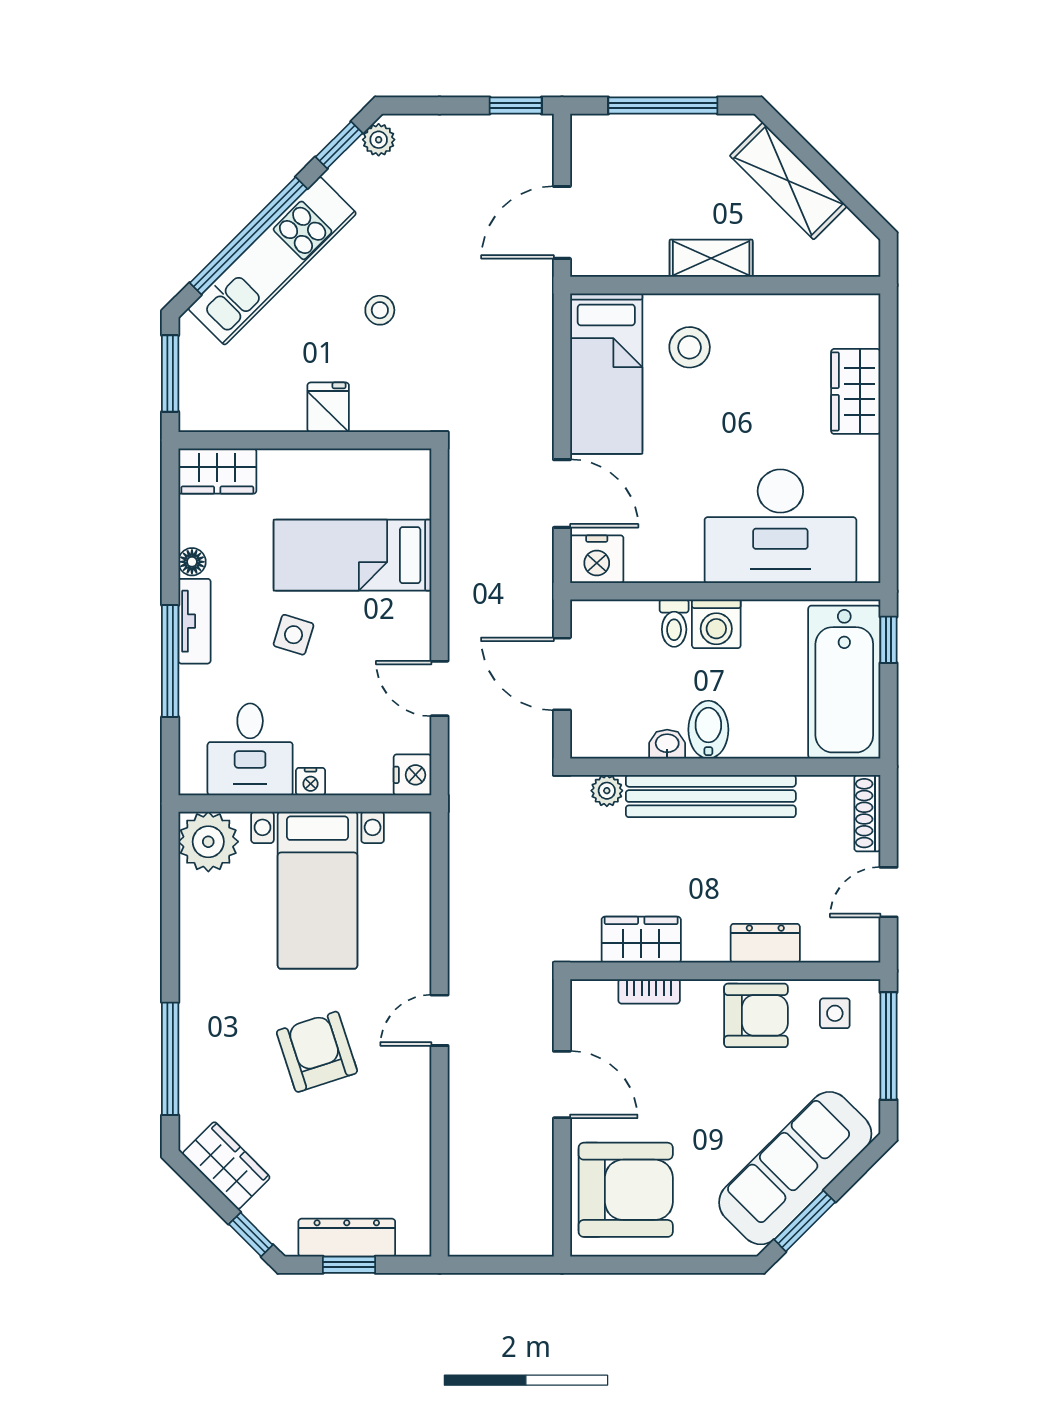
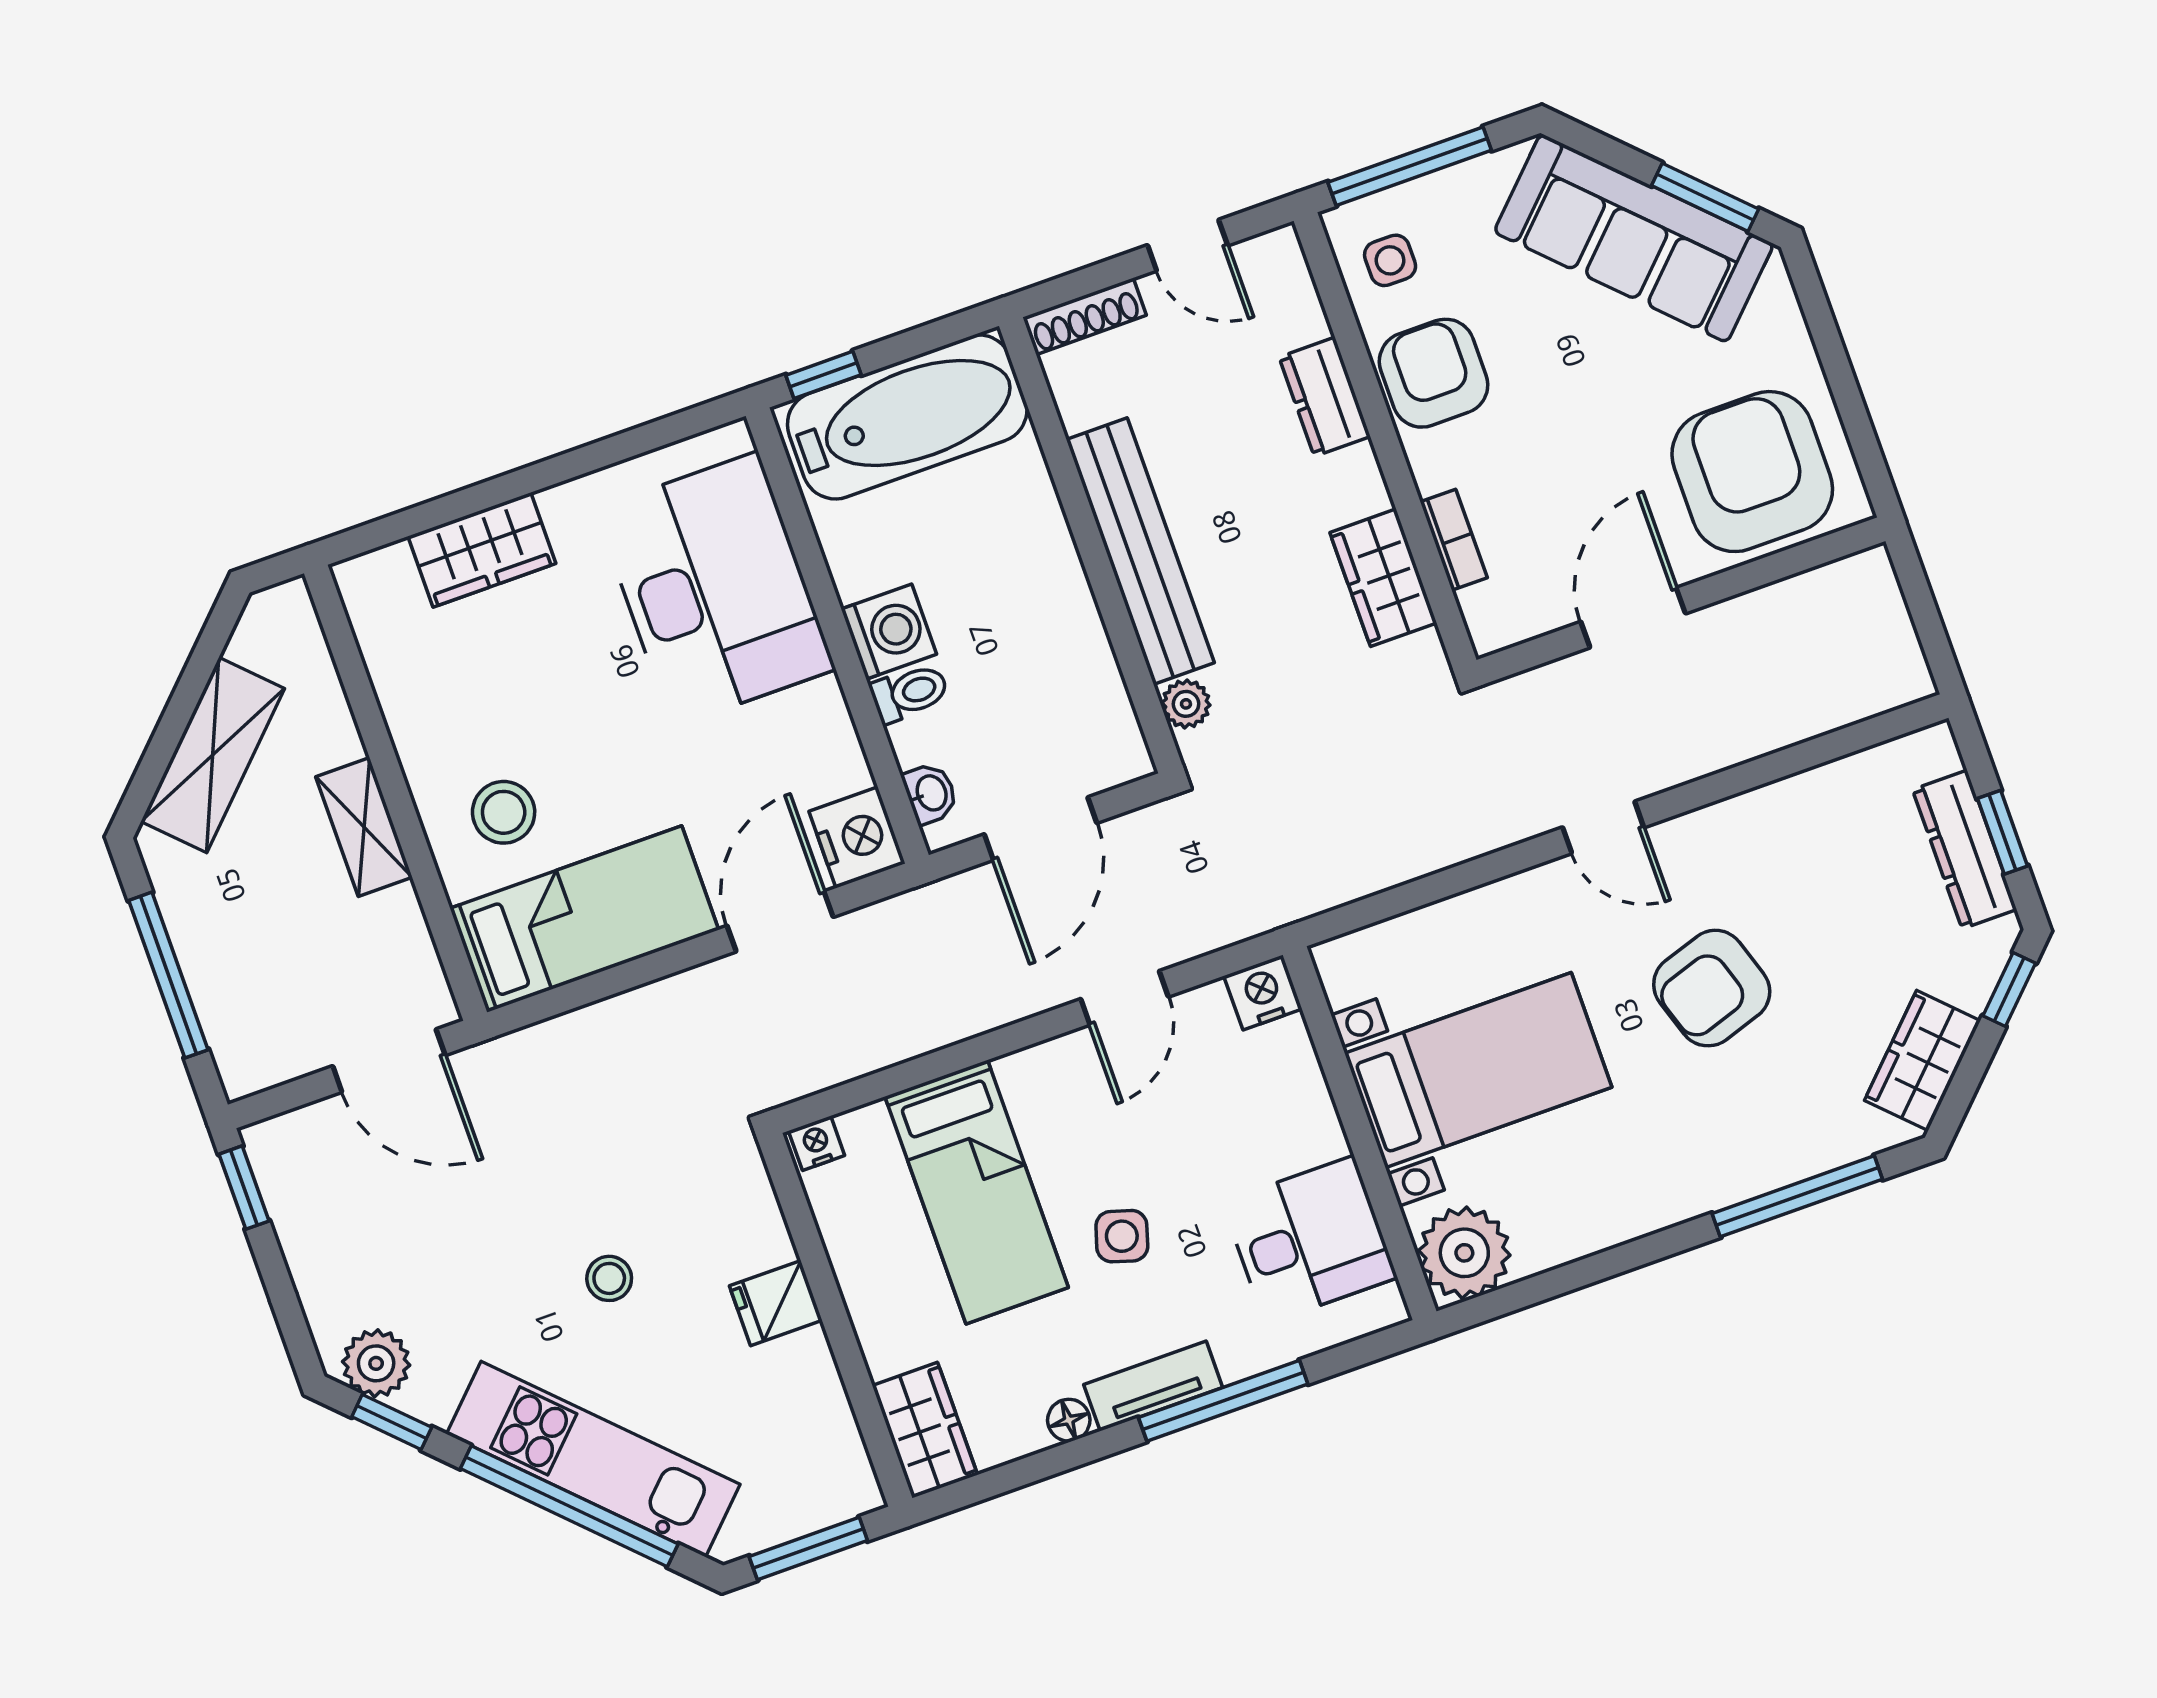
plant: (379, 140) -> (376, 1363), width x1.38, depth x1.38
bidet: (708, 730) -> (1046, 589), removed
washbasin: (667, 744) -> (930, 793), moved, turned 180
nightstand: (311, 782) -> (817, 1143), moved, turned -90

